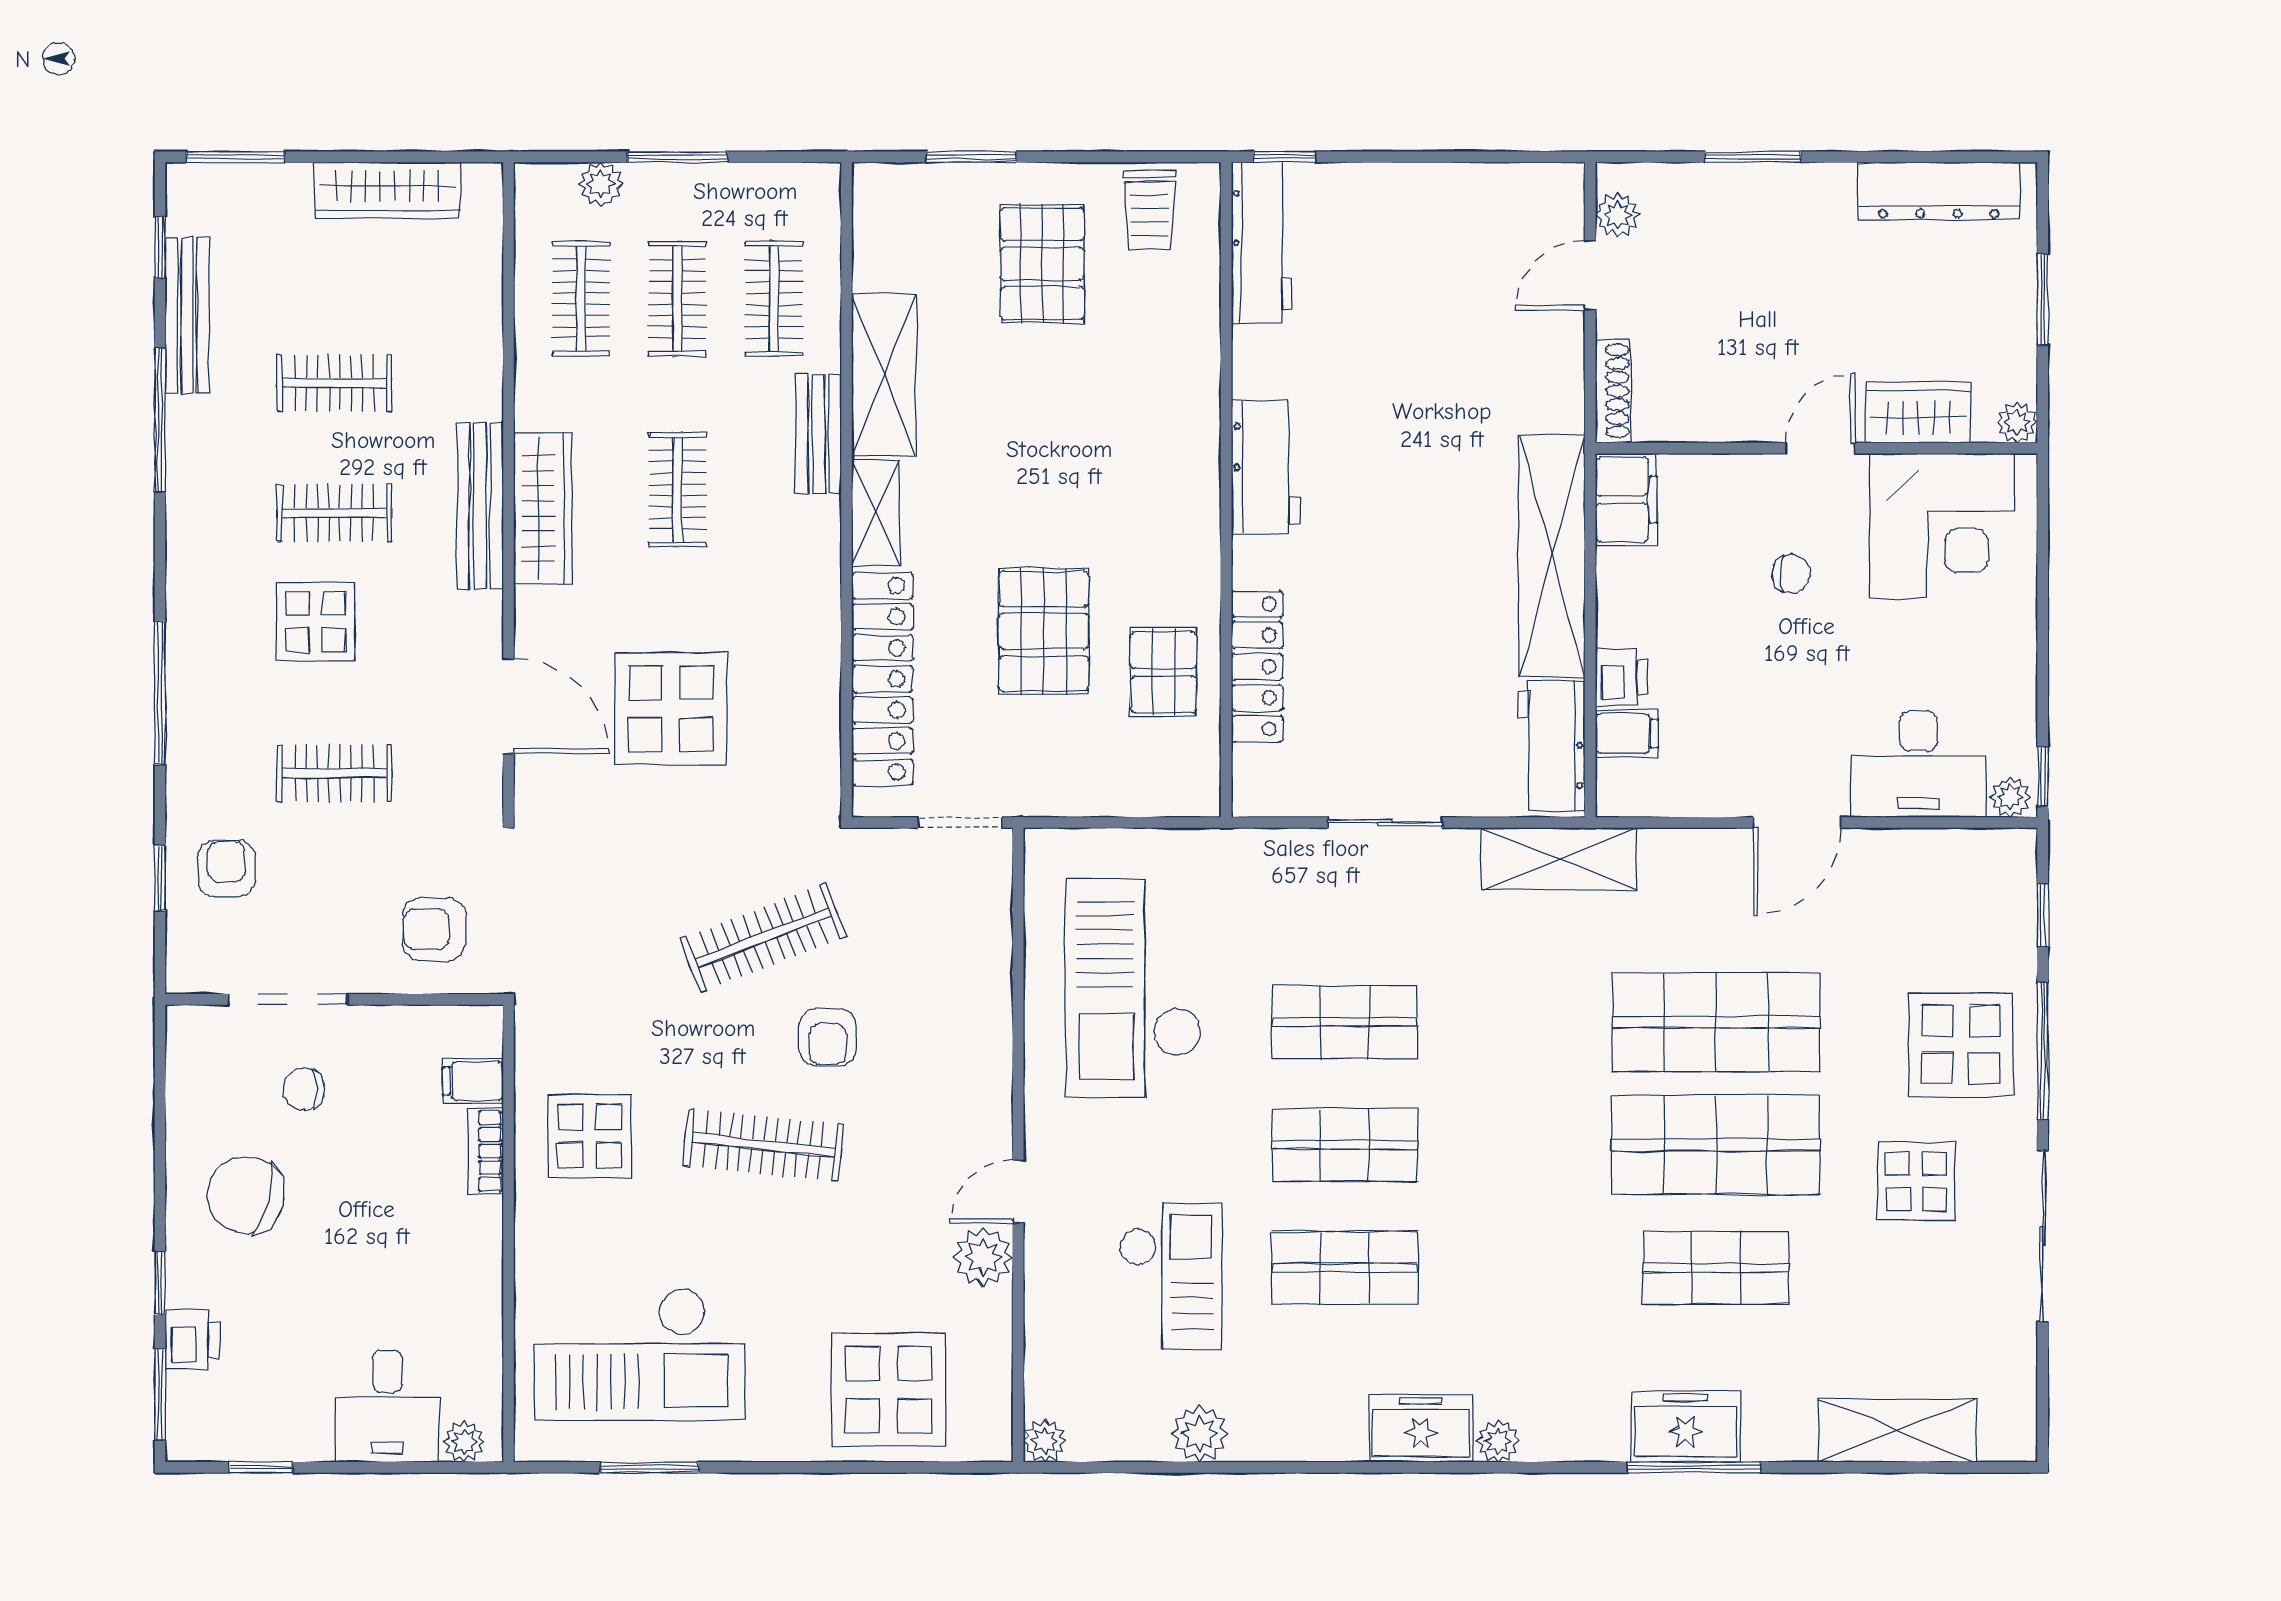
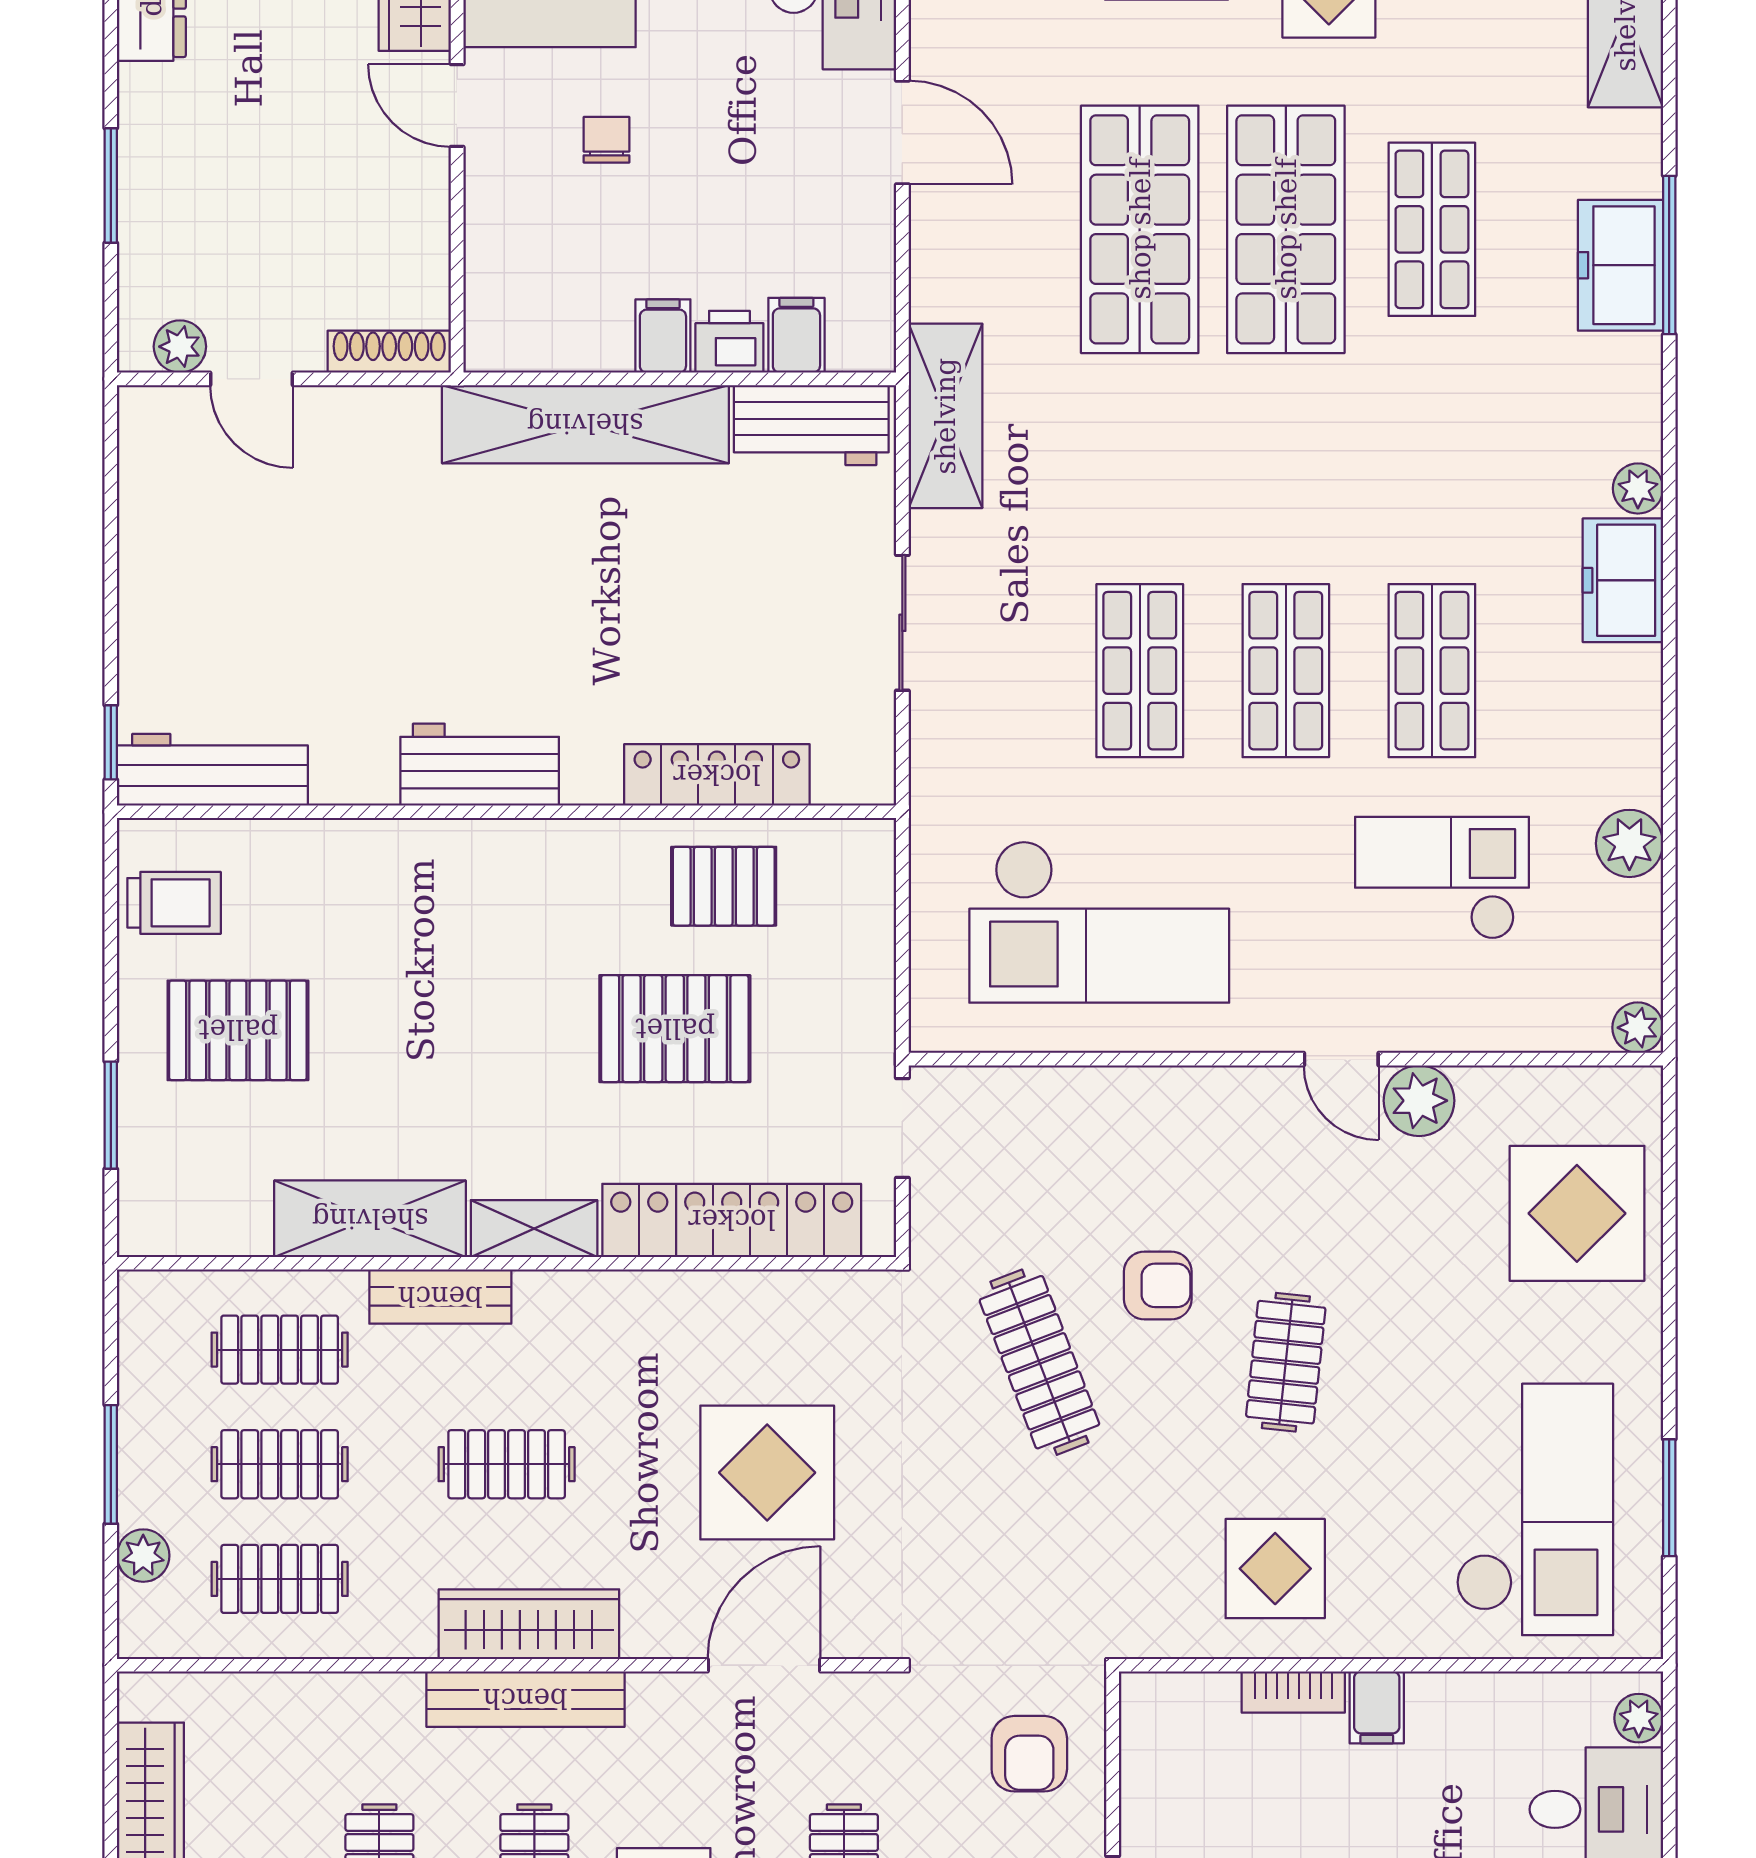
filing cabinet: (1626, 499) -> (663, 336), moved, width x0.50
filing cabinet: (473, 1081) -> (1377, 1707), moved
clothes rail: (763, 1145) -> (1286, 1362), width x0.73

